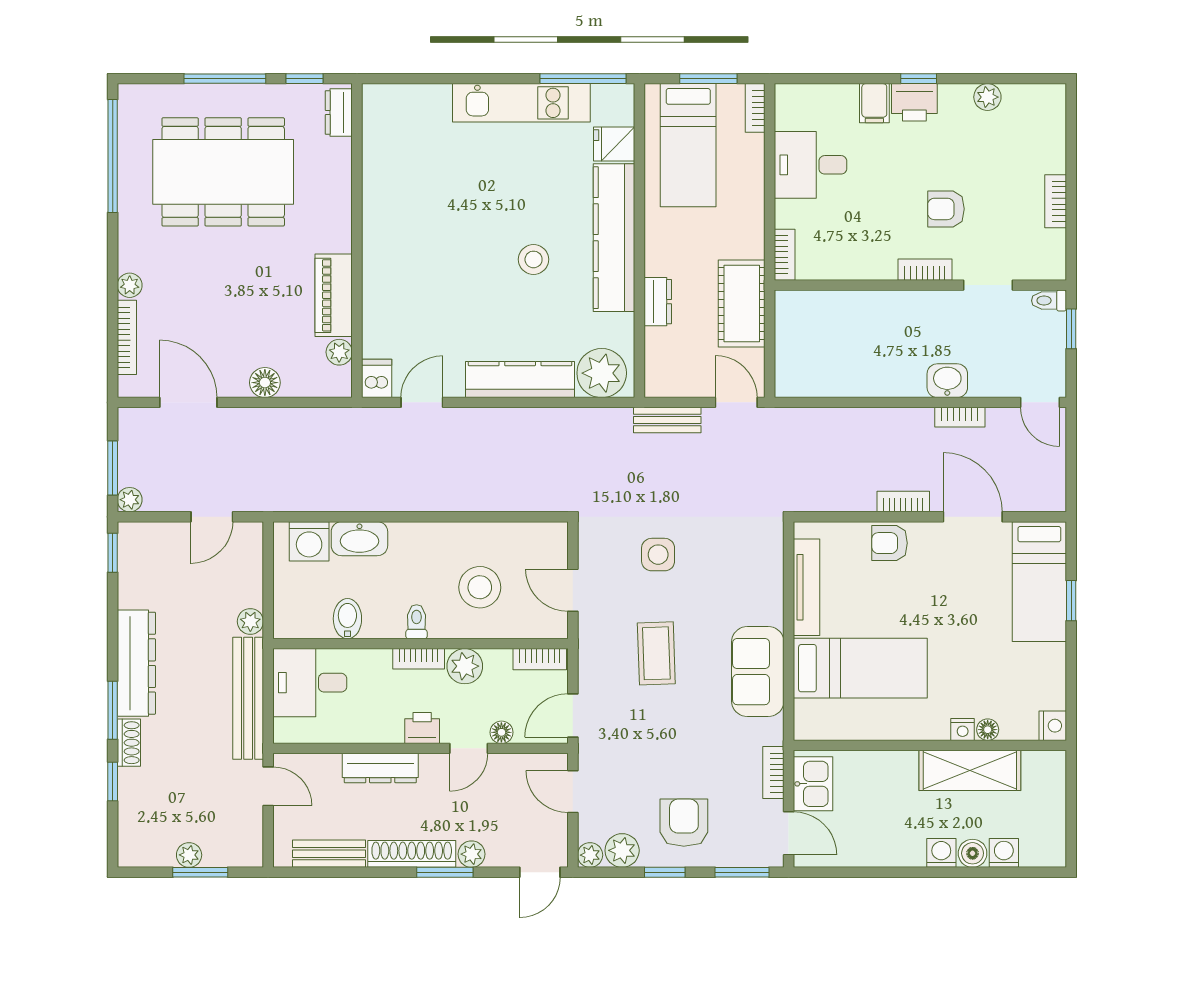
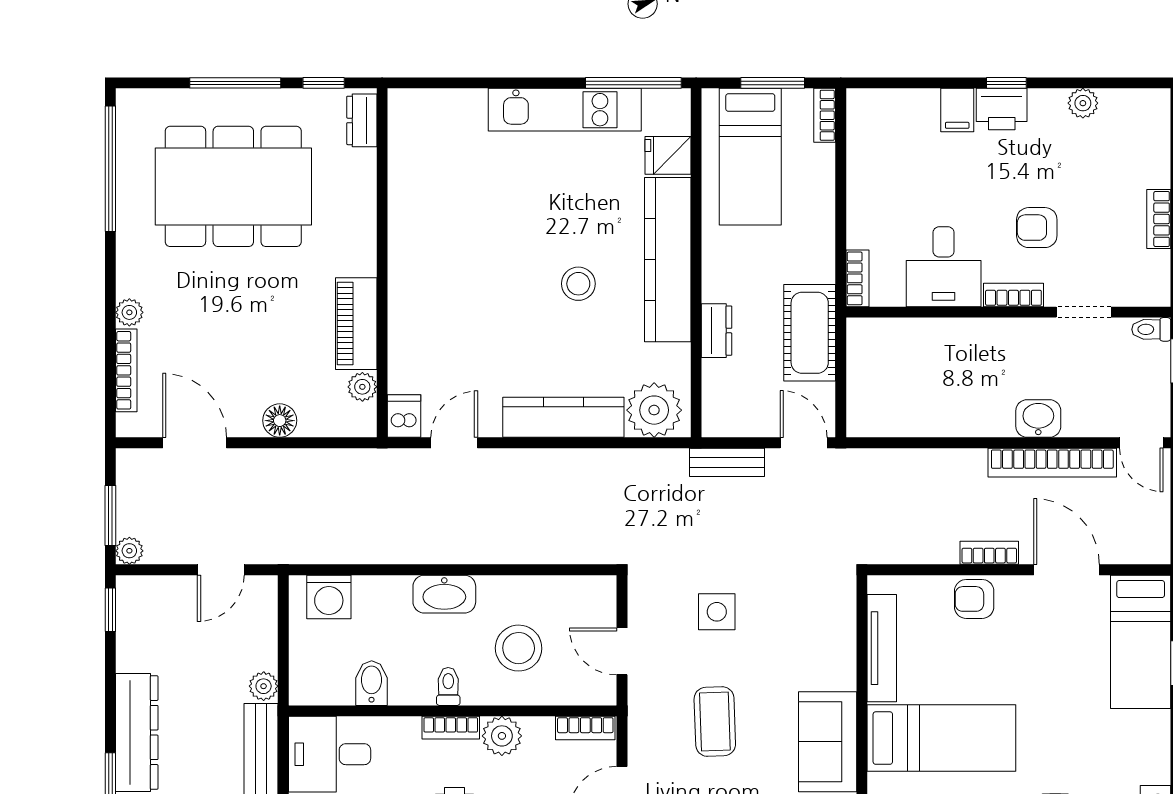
desk: (810, 165) -> (944, 267), moved, turned -90
bookcase: (960, 417) -> (1052, 463), width x2.31, depth x1.31
washbasin: (359, 539) -> (444, 594), moved

